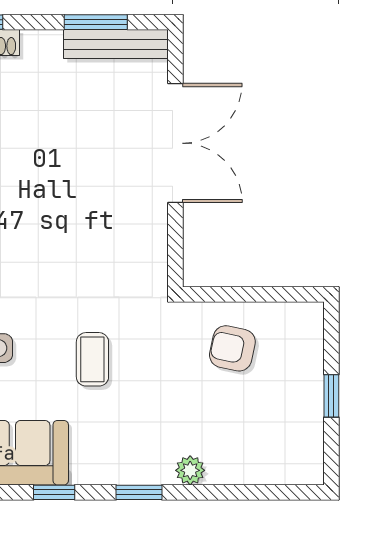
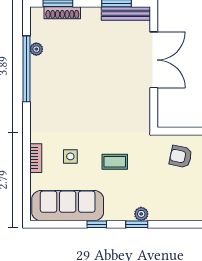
coffee table: (92, 359) -> (115, 162), turned 90
plant: (190, 470) -> (141, 214), moved

